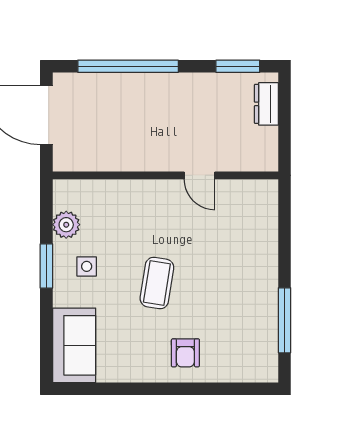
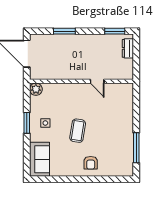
window: (128, 66) -> (64, 31), width x0.47
plant: (66, 225) -> (36, 89), moved

